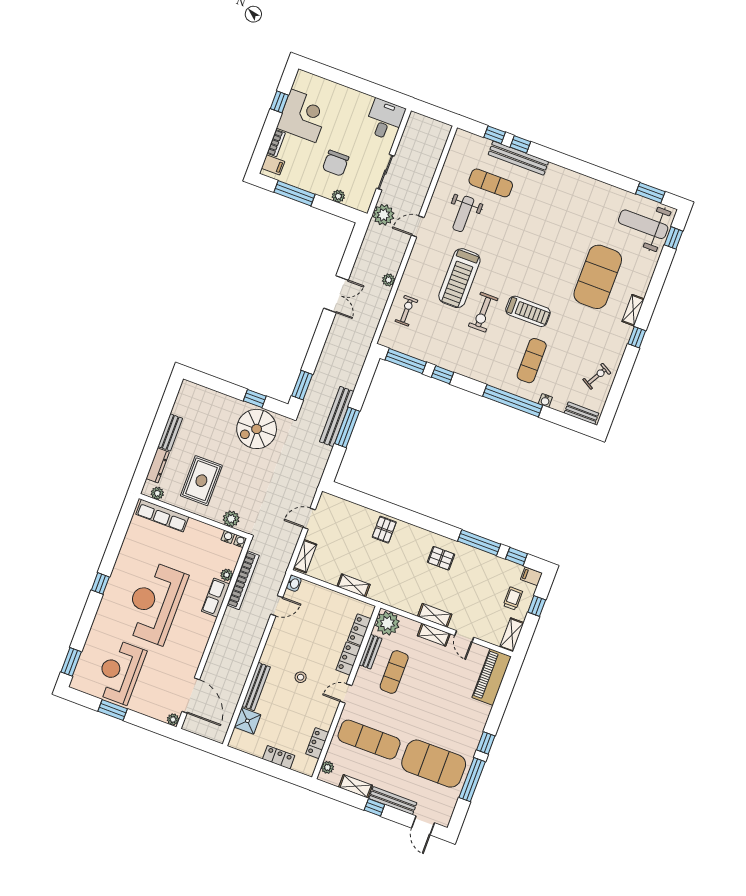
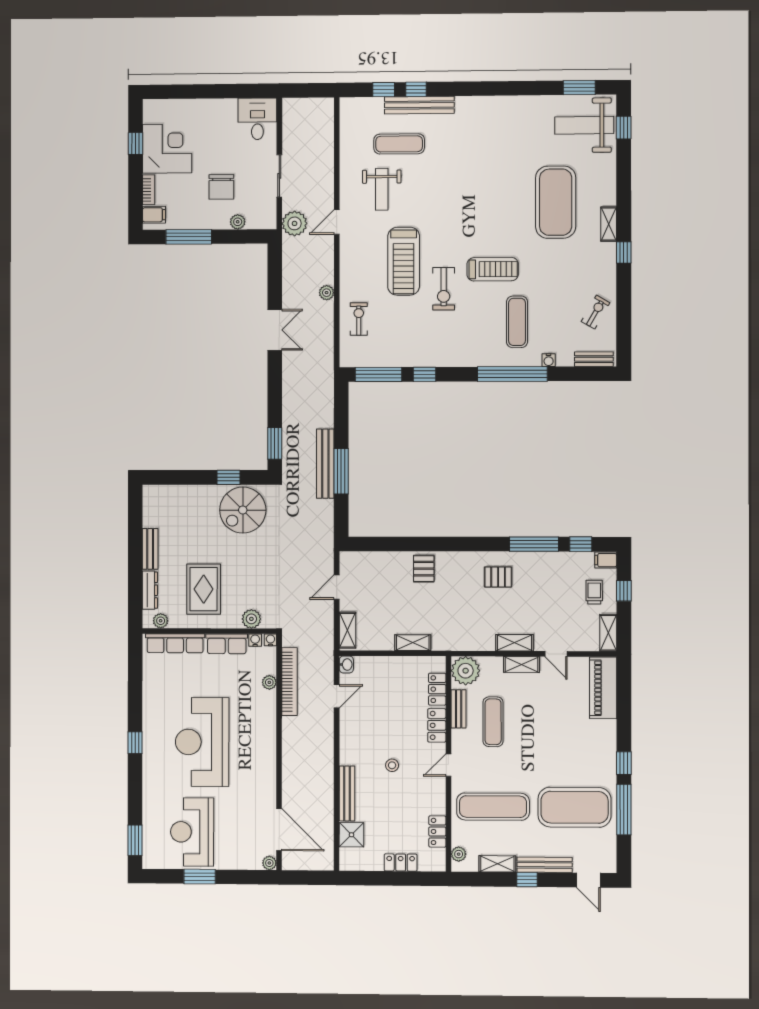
row of seats: (216, 598) -> (227, 644), moved, turned -90

